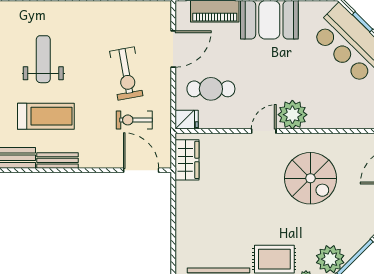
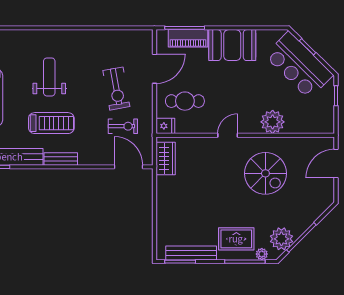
plant: (292, 115) -> (273, 122), moved
exercise bike: (134, 120) -> (123, 126), turned 180

